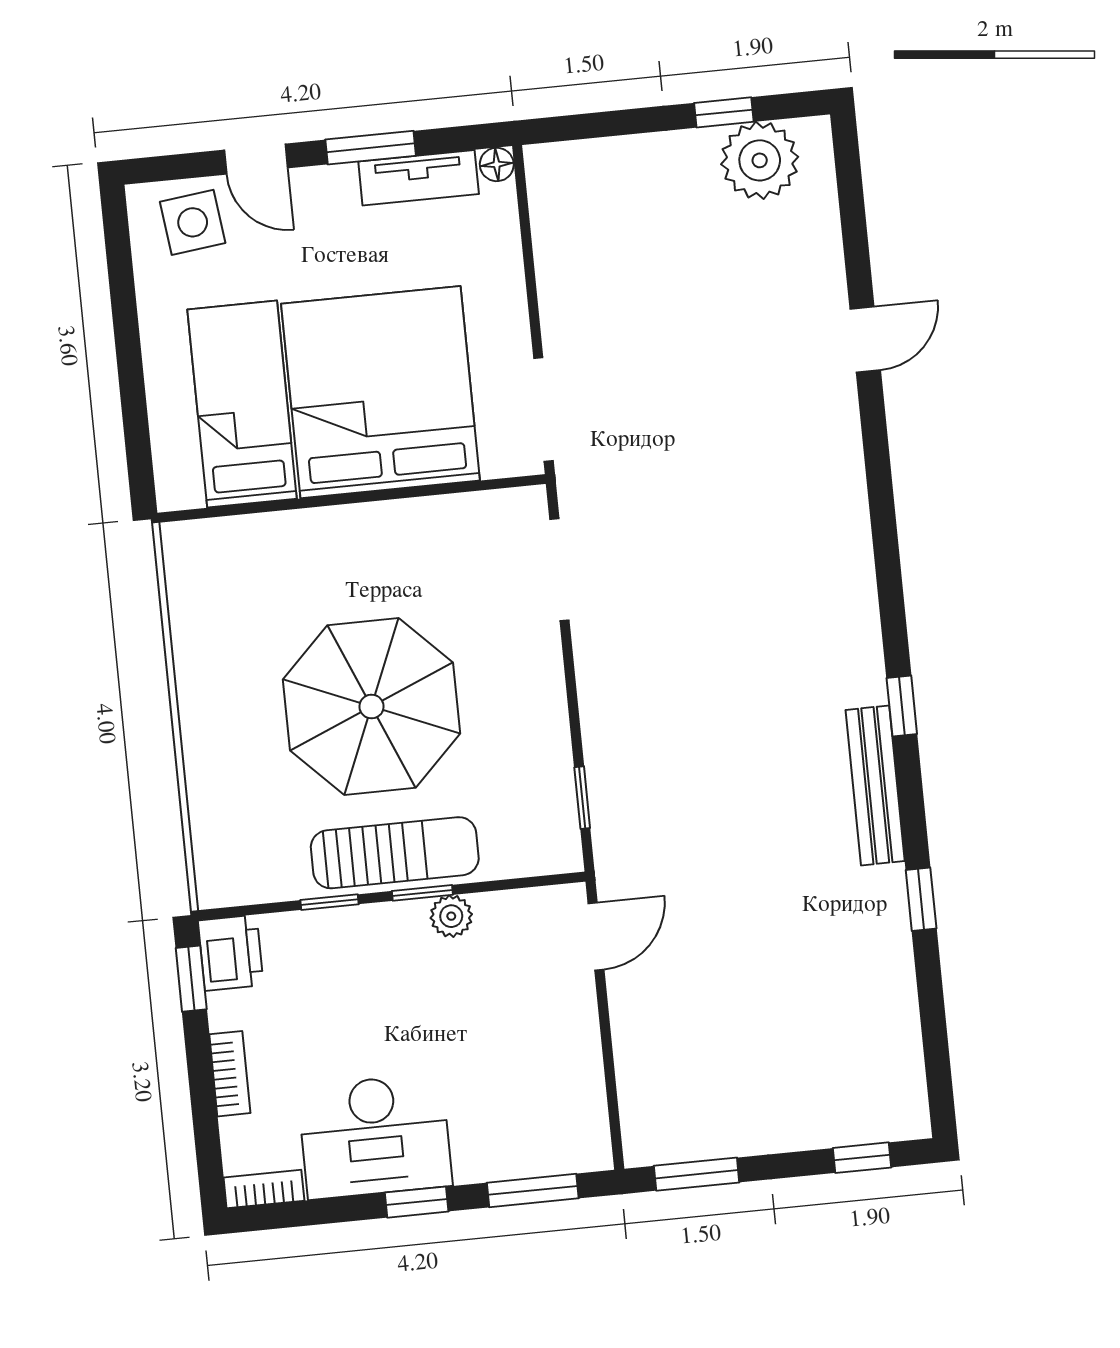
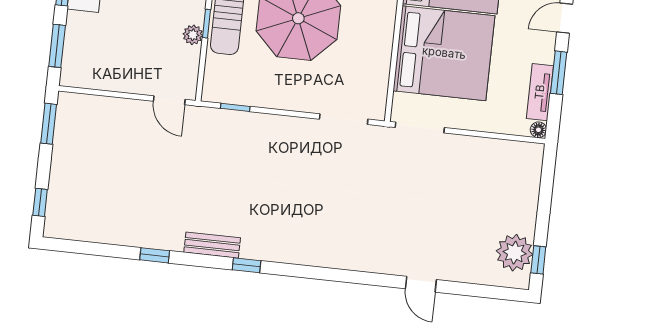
window: (724, 112) -> (538, 260), moved
bench: (875, 785) -> (212, 245), width x0.73

